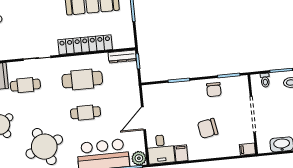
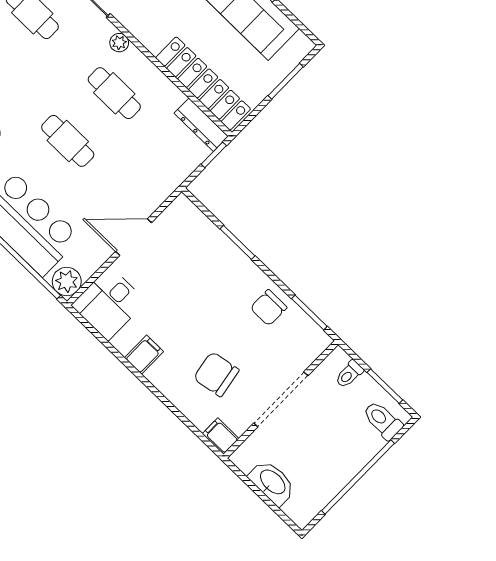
locker: (85, 45) -> (203, 83), moved
plant: (65, 61) -> (119, 43), added
cafe table: (82, 79) -> (114, 93), width x0.73, depth x0.74
chair: (208, 128) -> (216, 374), moved
filing cabinet: (181, 153) -> (144, 355), moved

